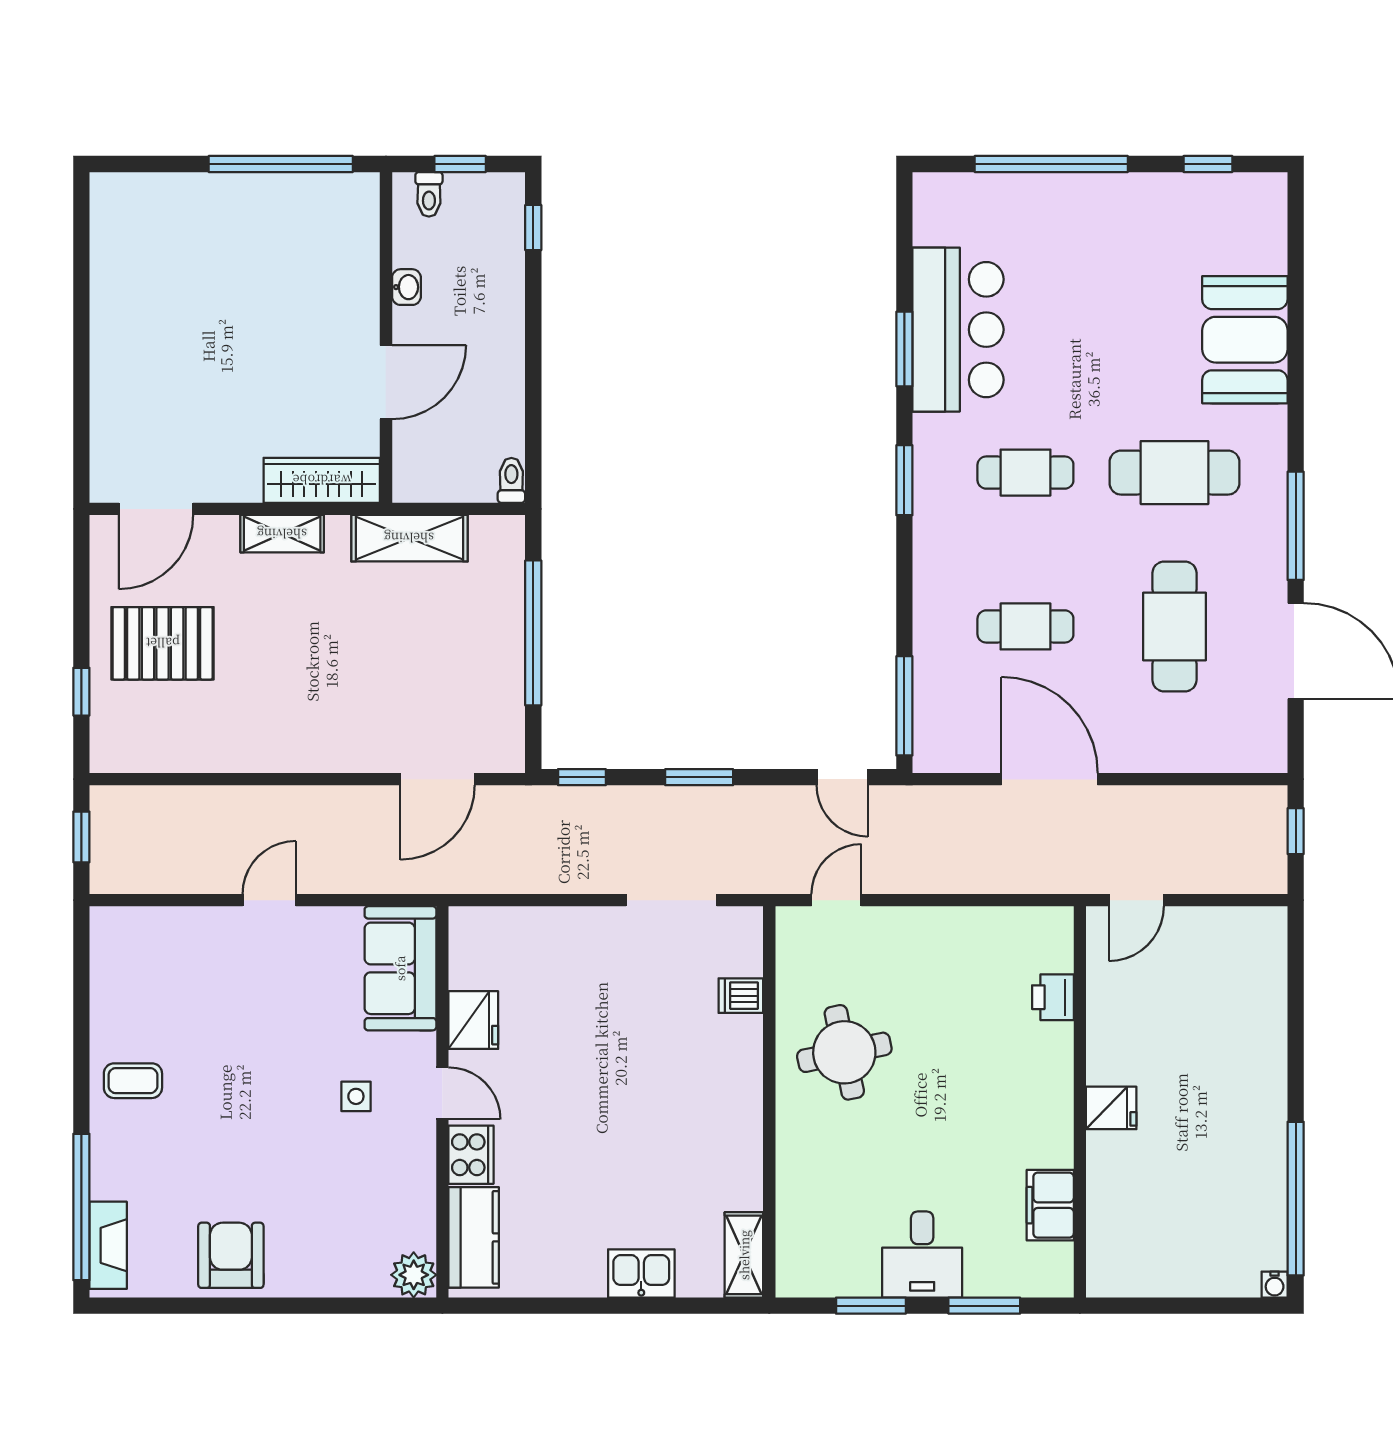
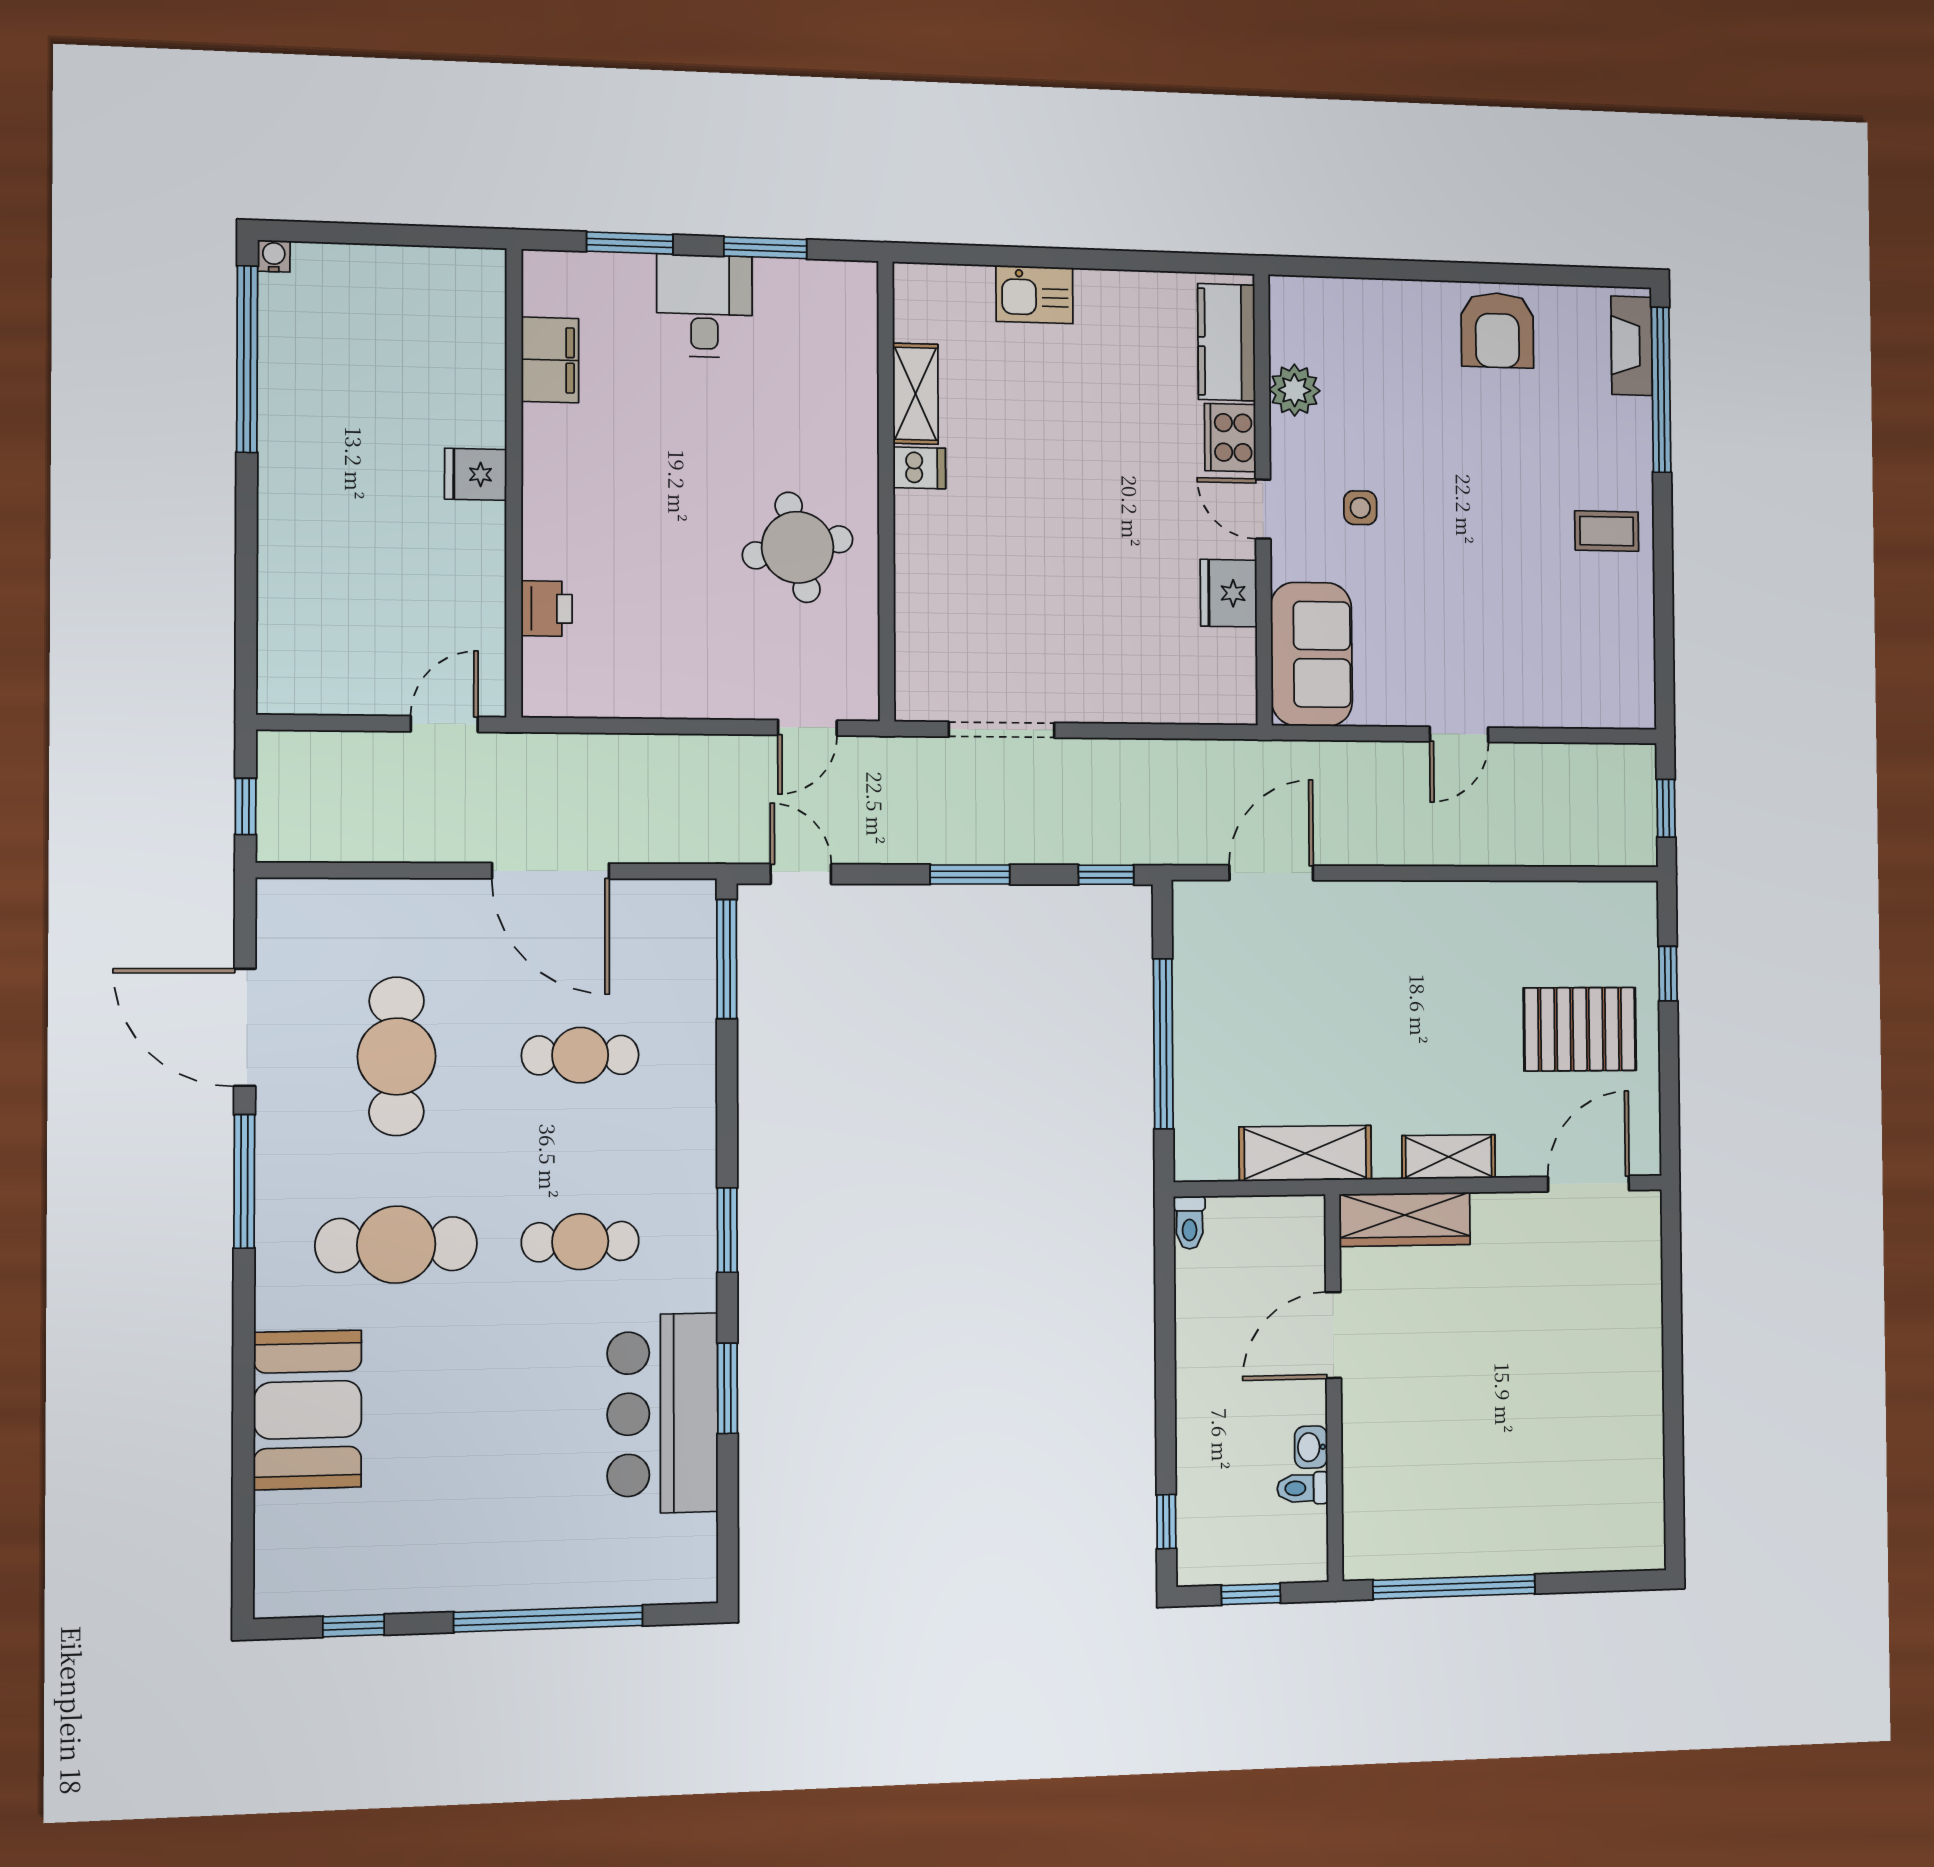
toilet: (429, 194) -> (1302, 1488), moved, turned -90
dishwasher: (741, 996) -> (919, 468), moved
shelving: (744, 1255) -> (916, 394), moved
plant: (414, 1275) -> (1295, 390), moved

